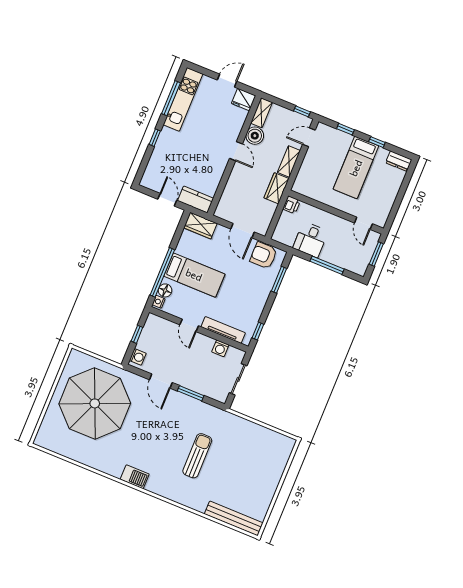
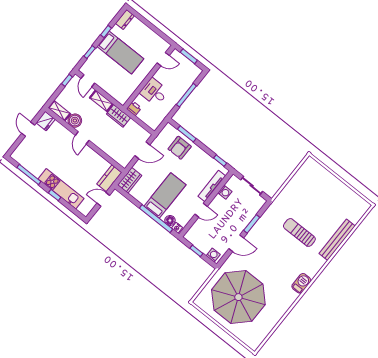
kitchen unit: (183, 99) -> (61, 189), moved
door: (236, 151) -> (82, 138), swing flipped
desk: (311, 240) -> (154, 92), moved, turned 180
armchair: (264, 255) -> (180, 148), moved
bench: (234, 518) -> (337, 240), moved

